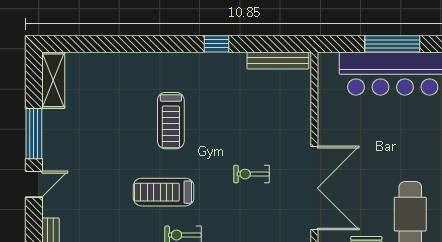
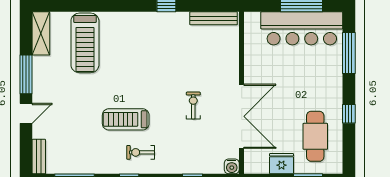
treadmill: (171, 121) -> (85, 43), moved, width x1.37, depth x1.38
exercise bike: (251, 174) -> (193, 106), turned 90

